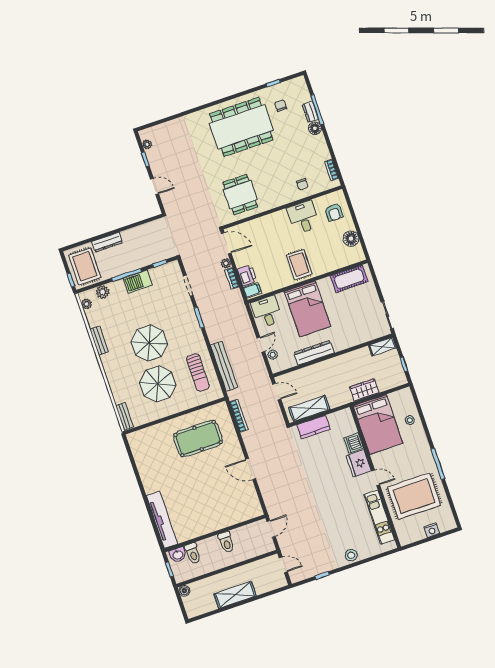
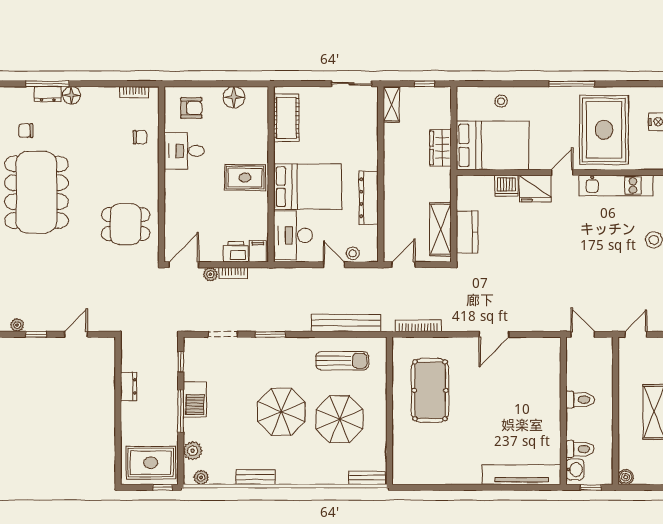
dresser: (107, 242) -> (129, 386), moved, width x0.70
desk: (267, 312) -> (293, 235), width x1.37

